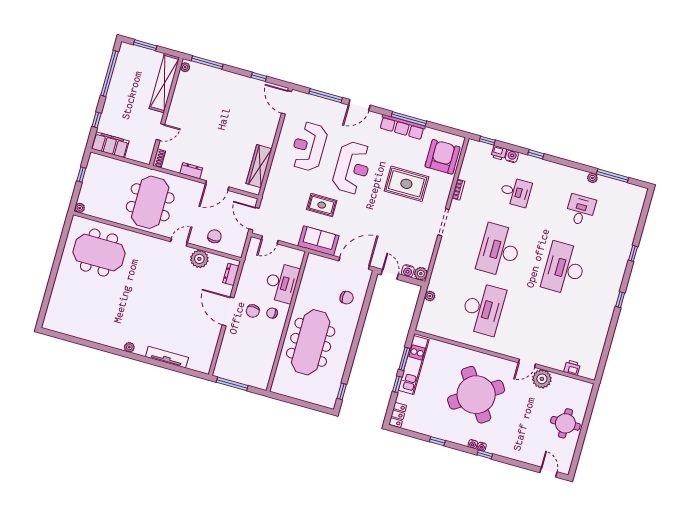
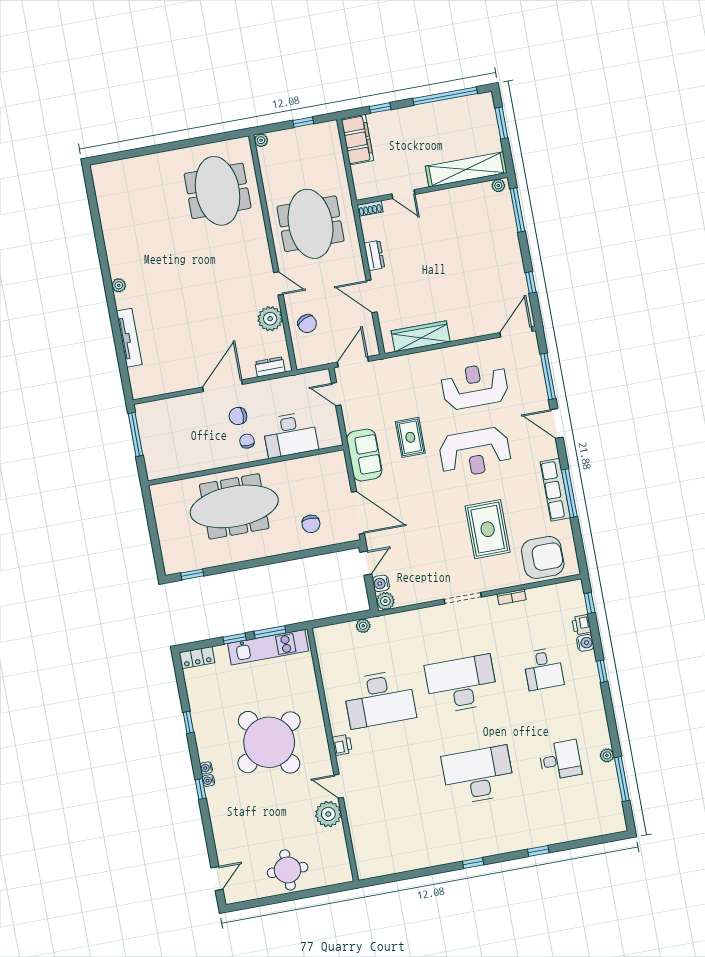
meeting table: (150, 202) -> (310, 224), turned 90
chair: (214, 236) -> (307, 324), turned 65
printer: (572, 368) -> (342, 745), moved

